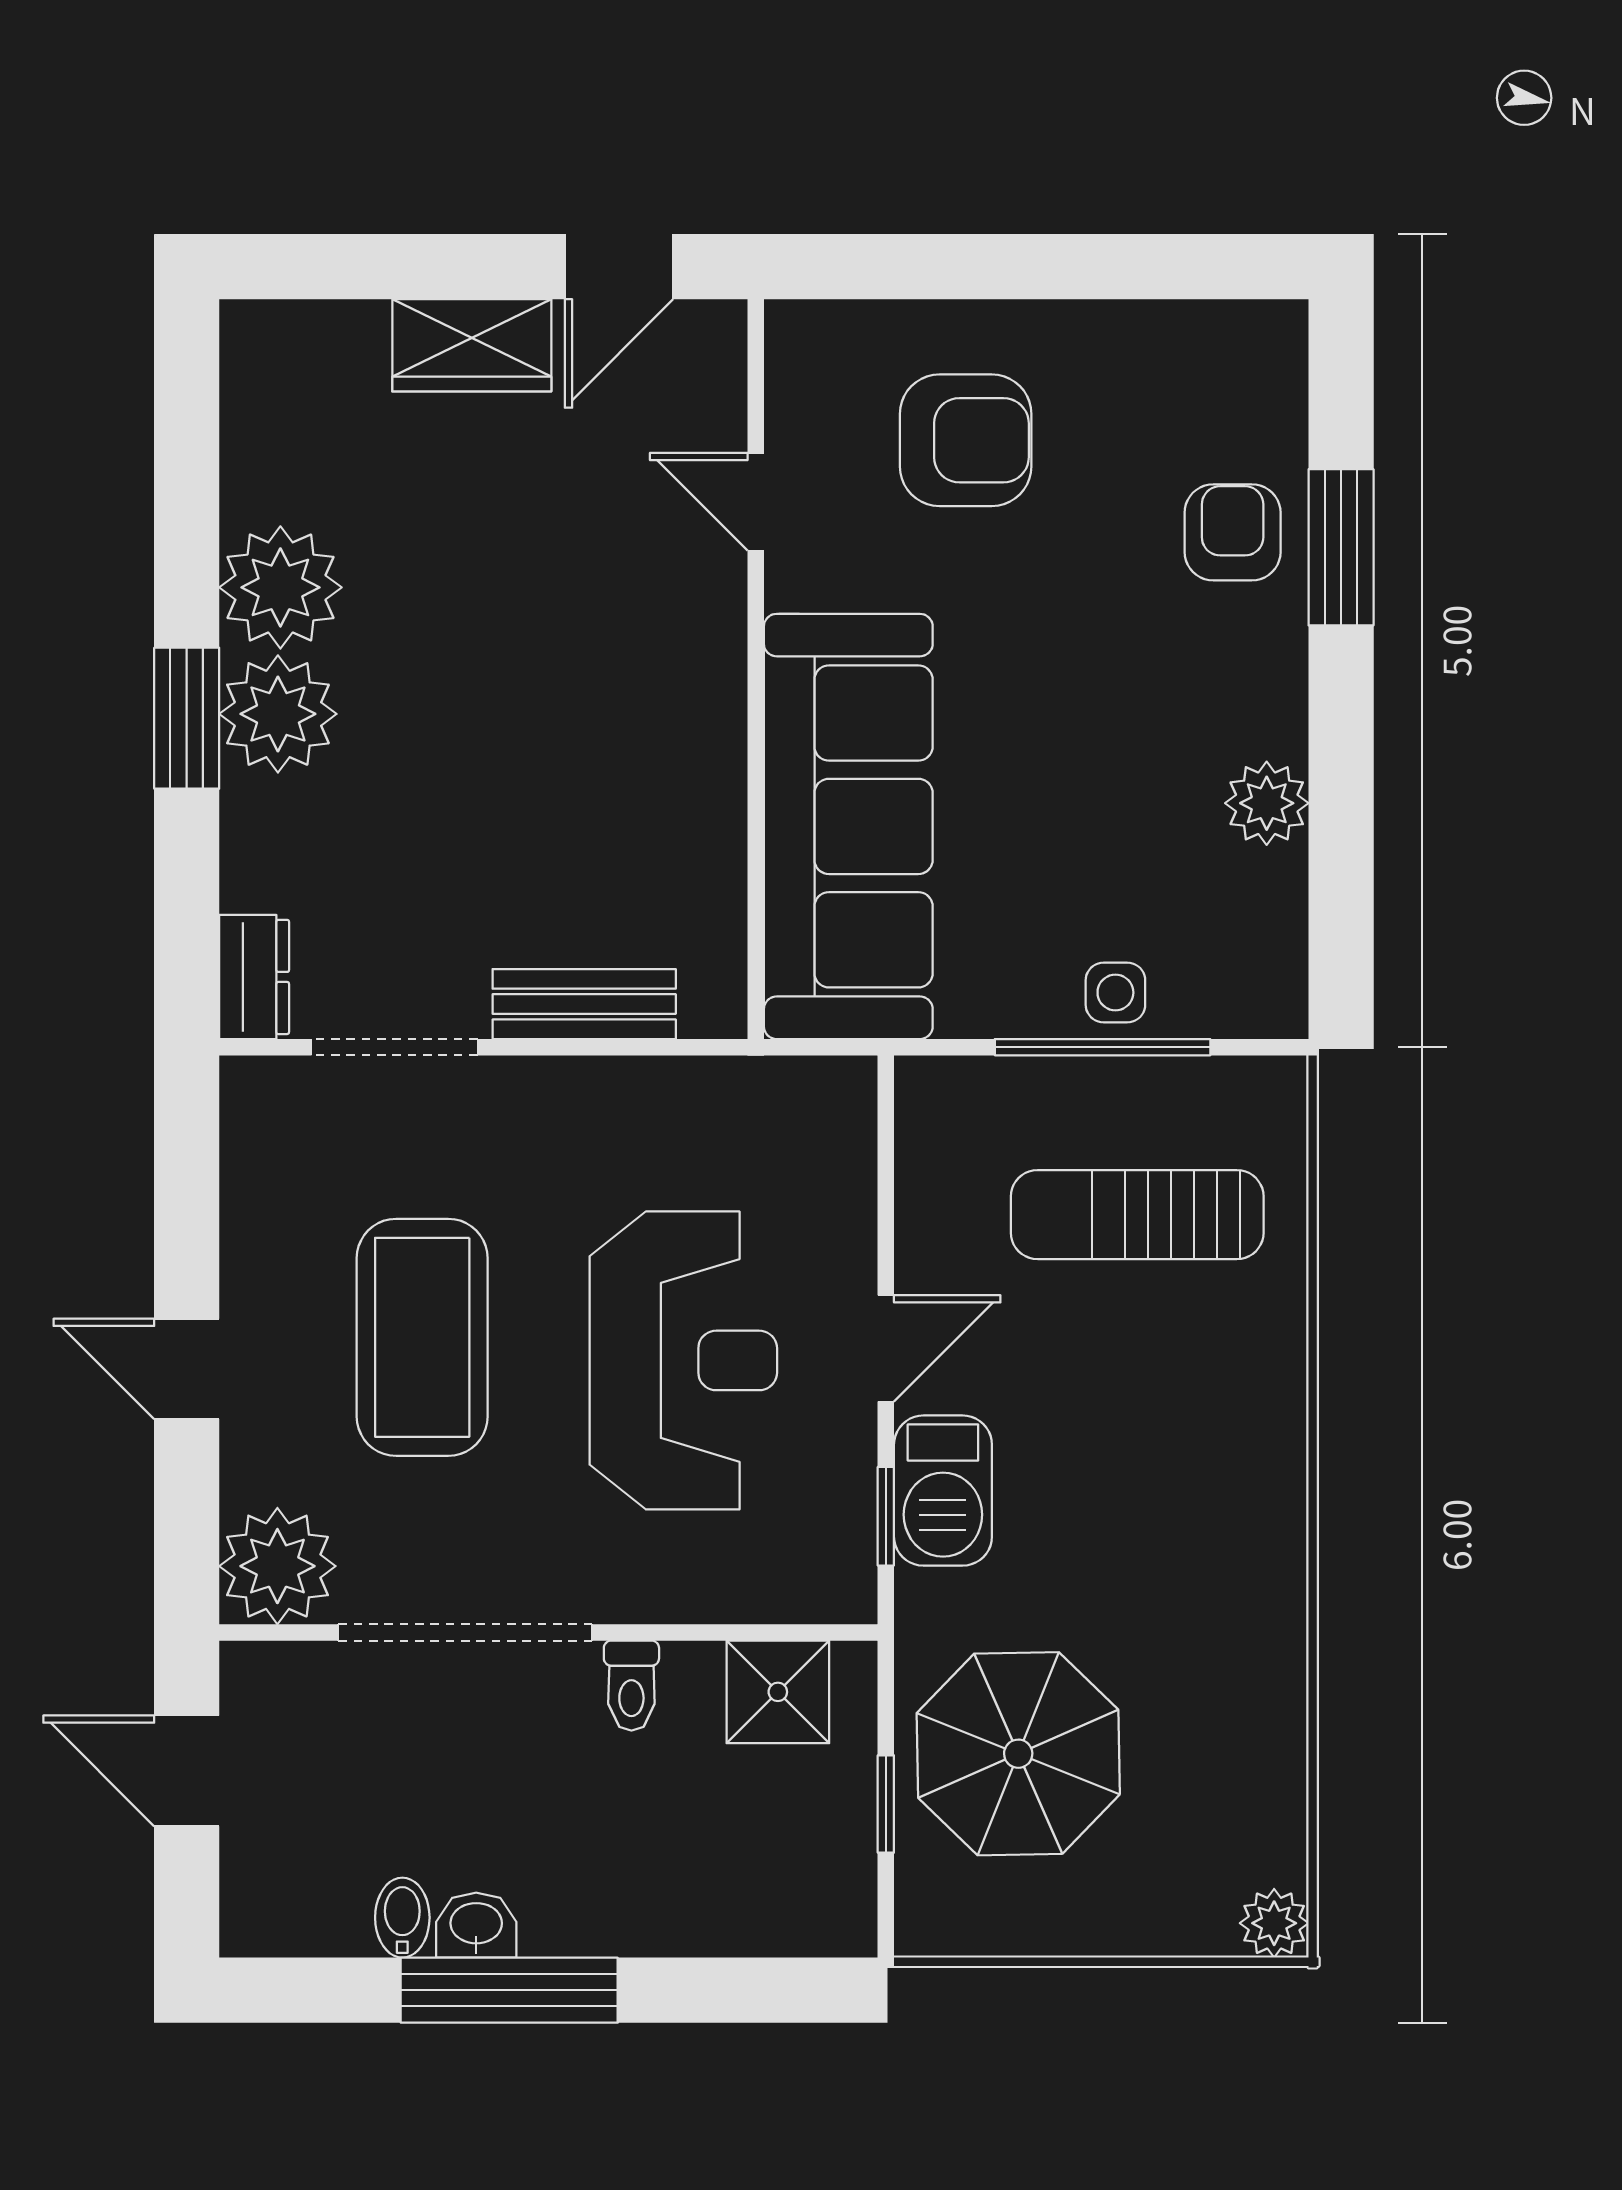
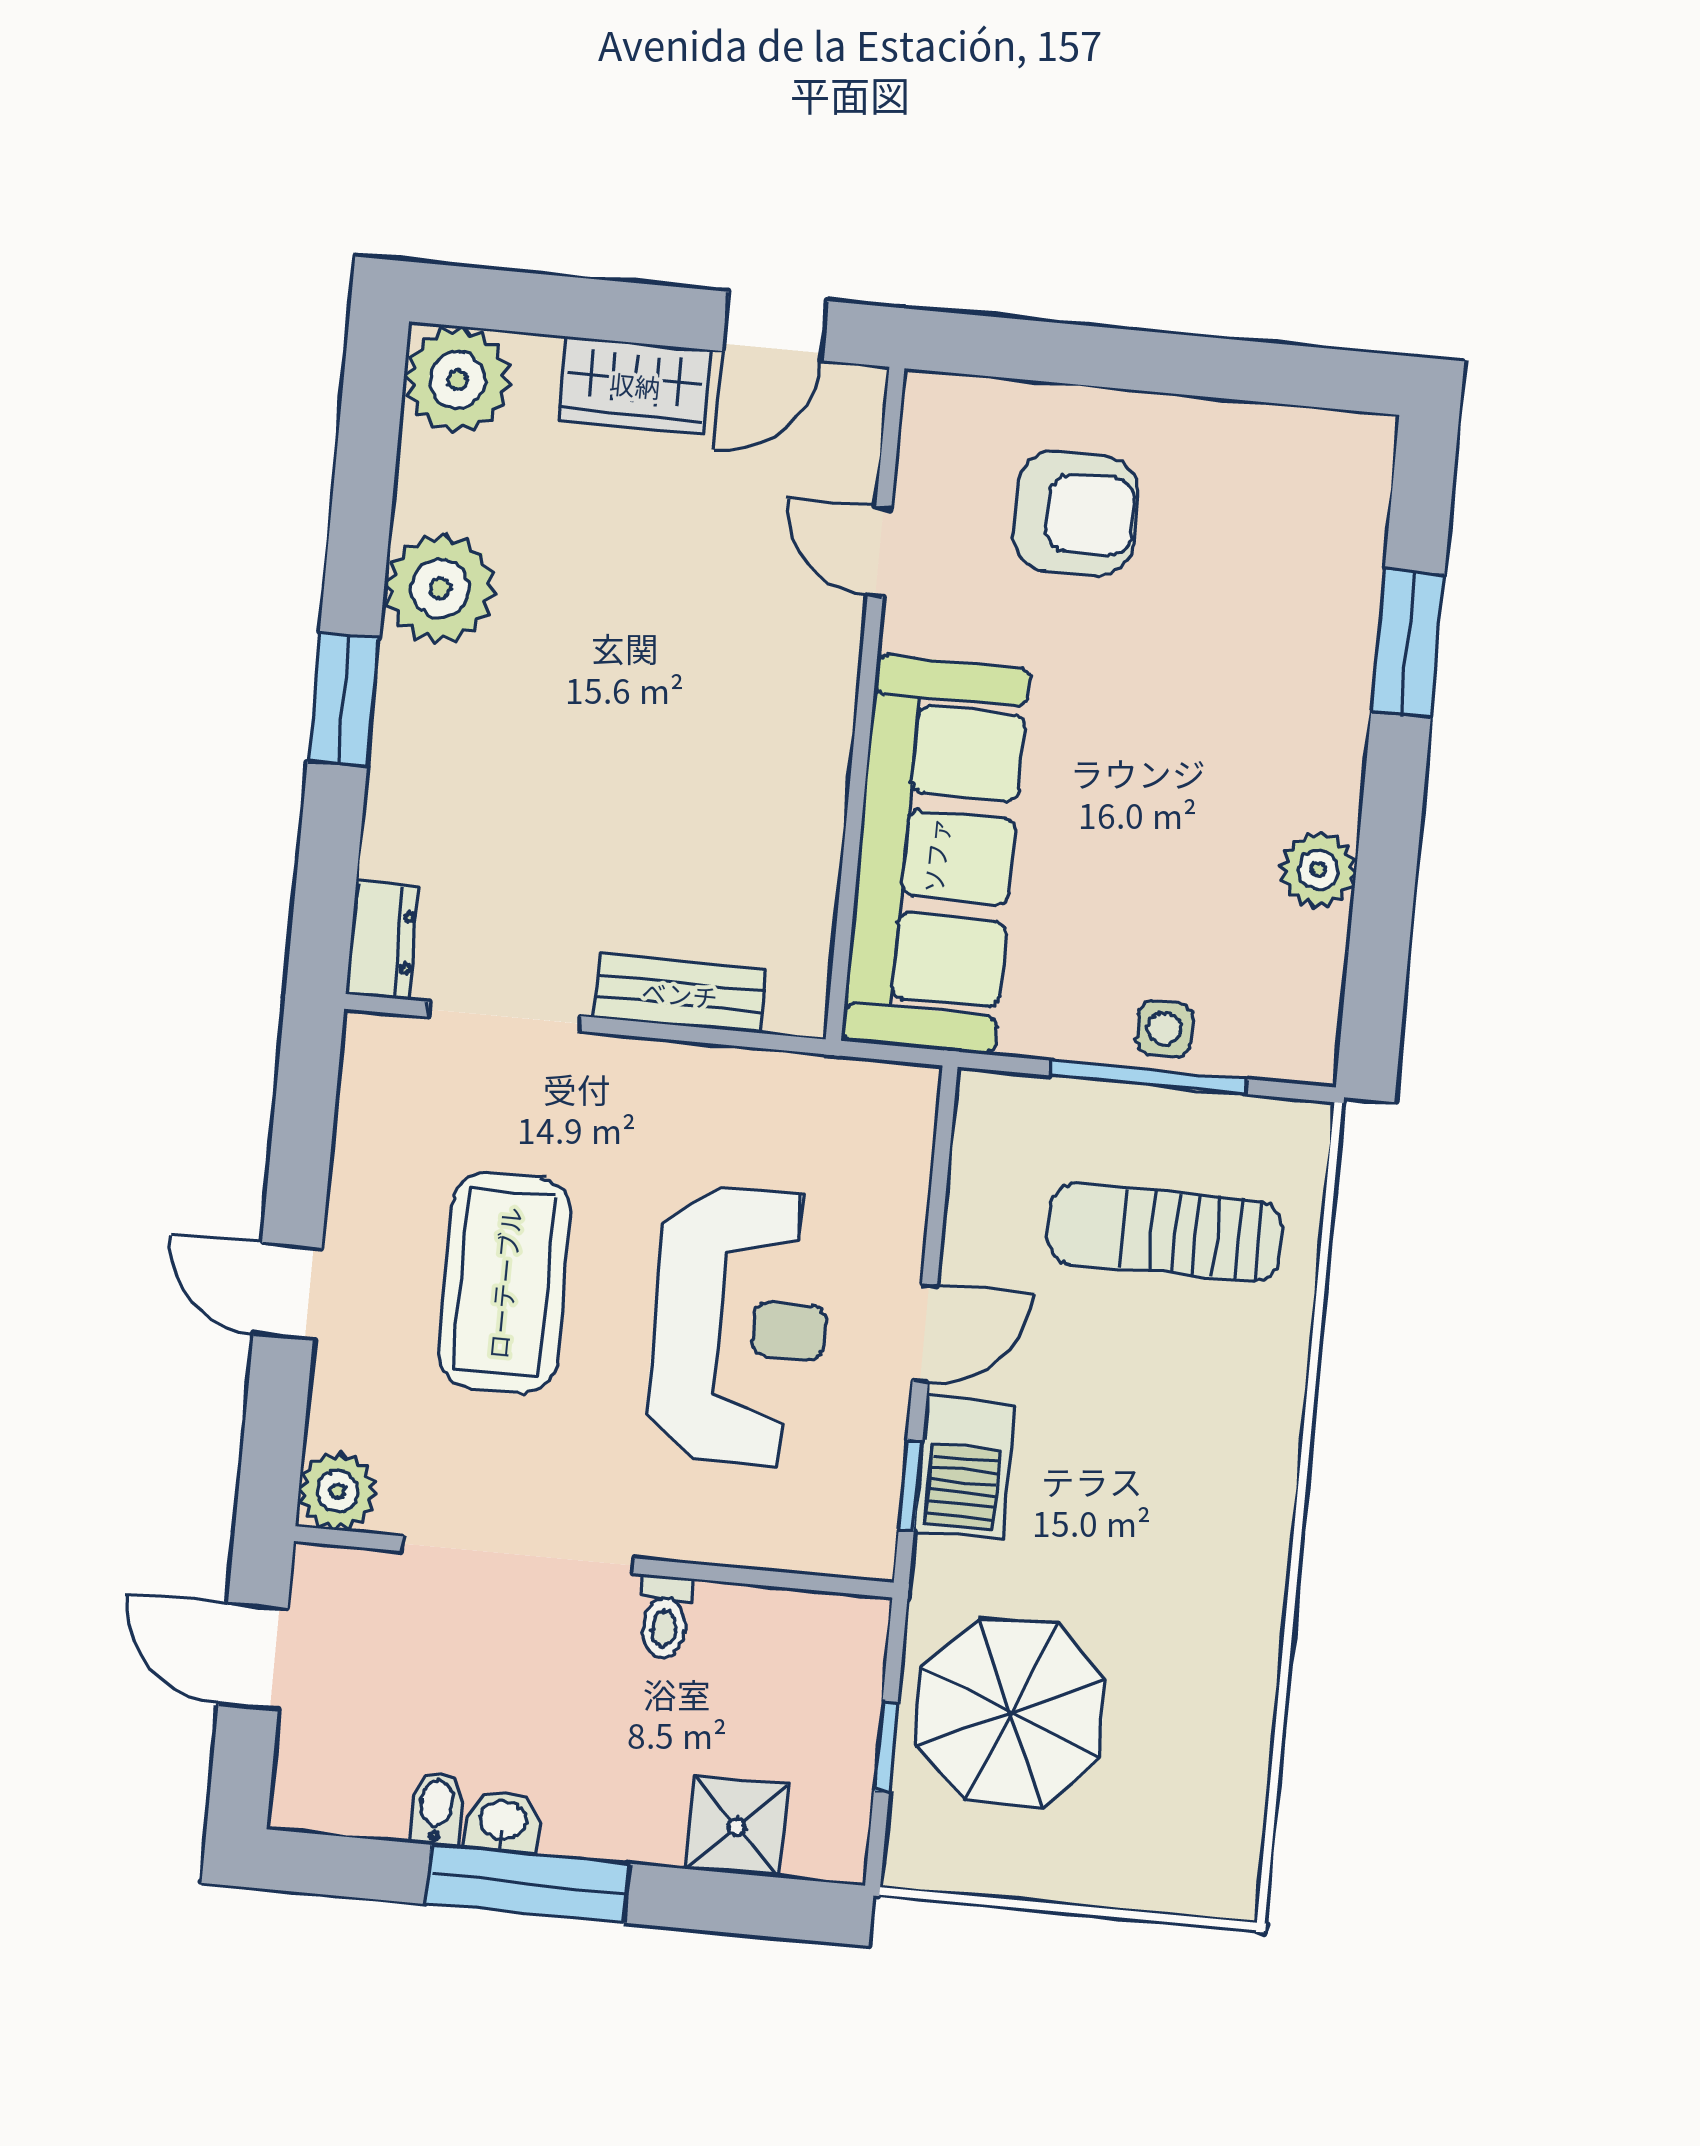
armchair: (1233, 532) -> (1310, 620), removed
plant: (278, 714) -> (457, 380), moved
plant: (277, 1566) -> (338, 1491), width x0.73, depth x0.73
shower: (778, 1692) -> (737, 1827), moved
plant: (1274, 1923) -> (1229, 1889), removed

